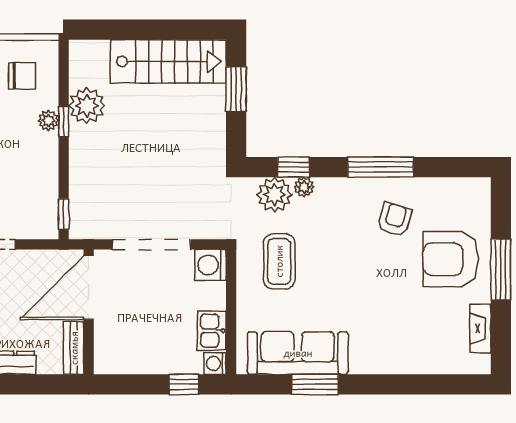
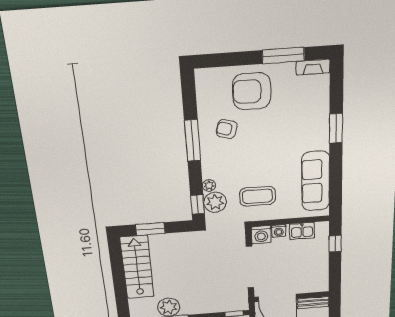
window: (294, 167) -> (198, 205), moved
armchair: (451, 259) -> (252, 91), turned 91
window: (501, 270) -> (283, 55), moved
fireplace: (480, 329) -> (313, 67), moved
washing machine: (215, 363) -> (279, 231), moved
window: (315, 384) -> (336, 128), moved

